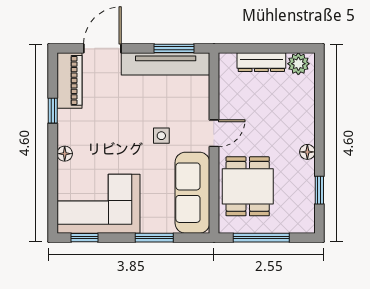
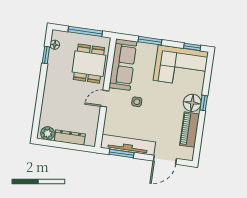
piano: (69, 80) -> (190, 130), moved
window: (53, 111) -> (204, 103), moved
floor lamp: (307, 152) -> (55, 45), moved
floor lamp: (65, 154) -> (192, 103), width x1.89, depth x1.89

